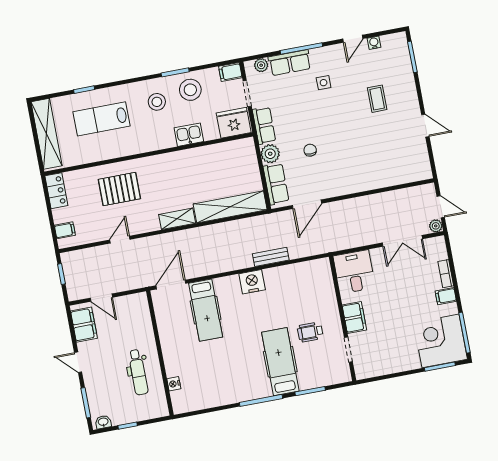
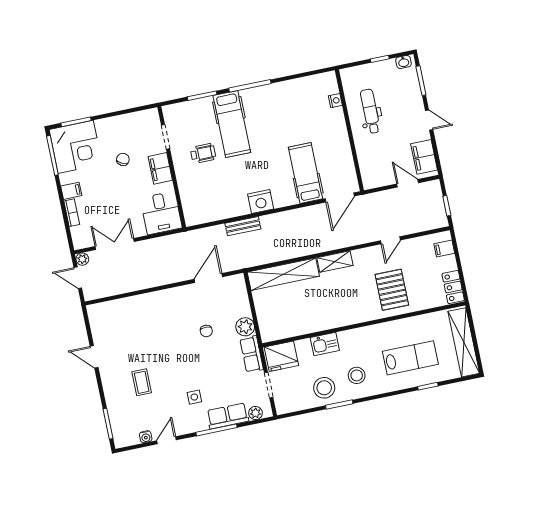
filing cabinet: (230, 72) -> (285, 406), removed
row of seats: (276, 184) -> (239, 297), removed
pallet: (119, 189) -> (392, 290), turned 90
chair: (392, 327) -> (123, 159), added

